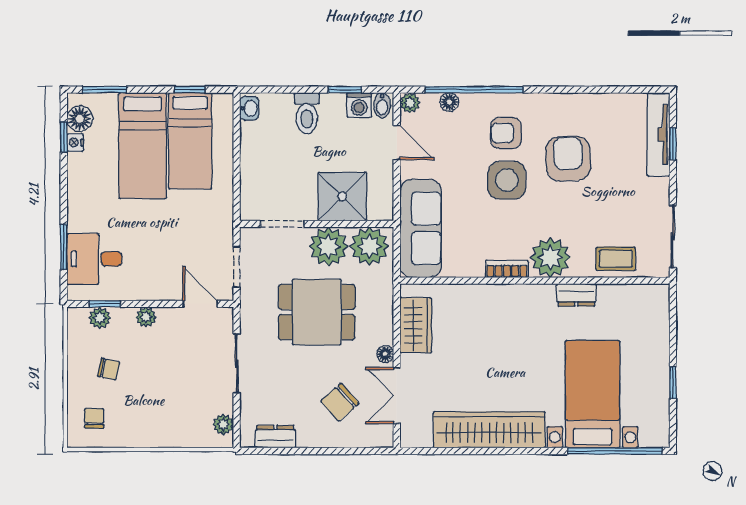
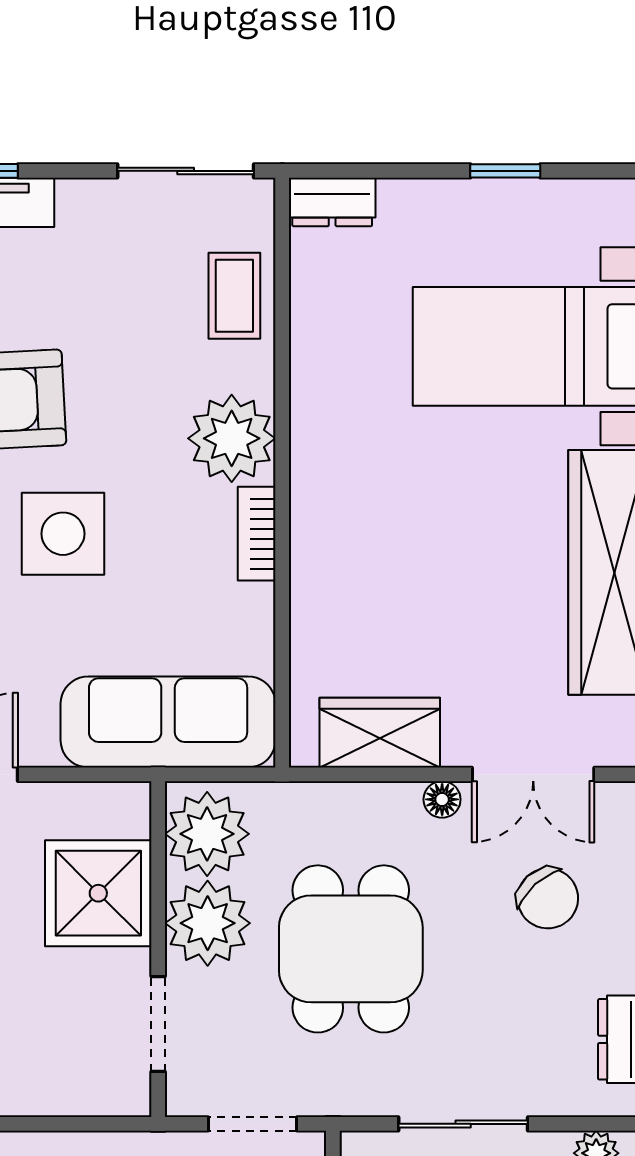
dresser: (576, 295) -> (332, 202), moved, turned 90

